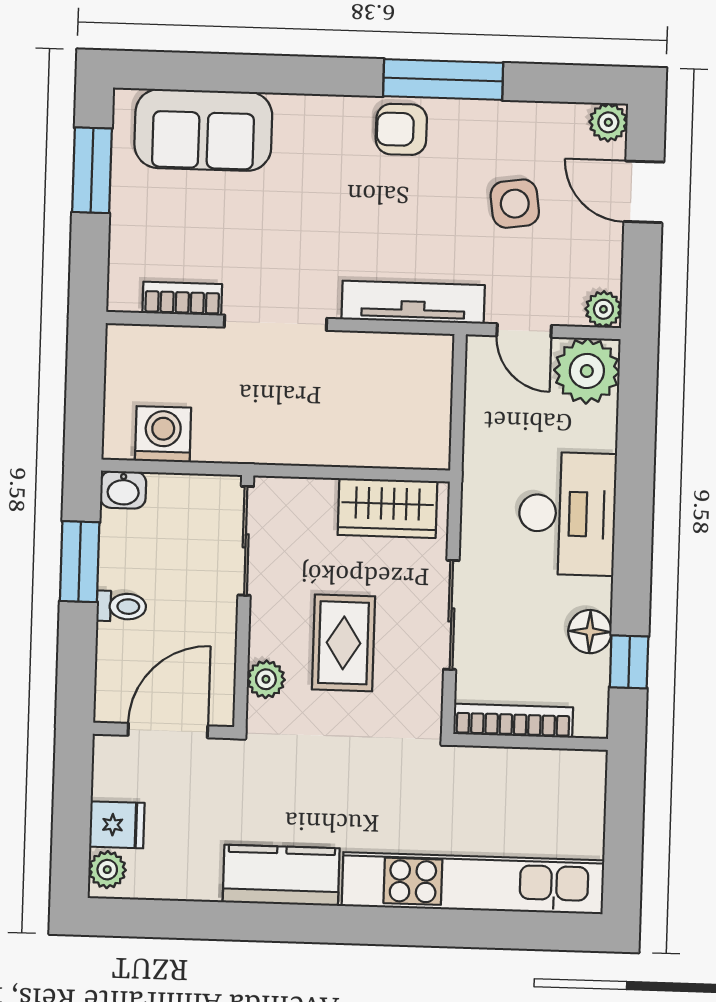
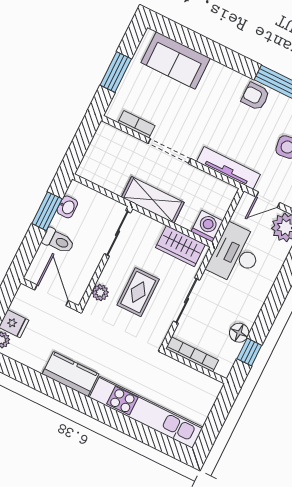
window: (92, 170) -> (116, 72), moved
door: (524, 331) -> (268, 200), hinge flipped
washing machine: (163, 434) -> (207, 226), moved
shelving: (287, 439) -> (153, 200), added
washbasin: (123, 490) -> (67, 207), moved, turned -90
desk: (567, 514) -> (236, 254), moved, turned 180
toilet: (121, 606) -> (58, 241), width x1.37, depth x1.39
door: (168, 731) -> (51, 295), hinge flipped

